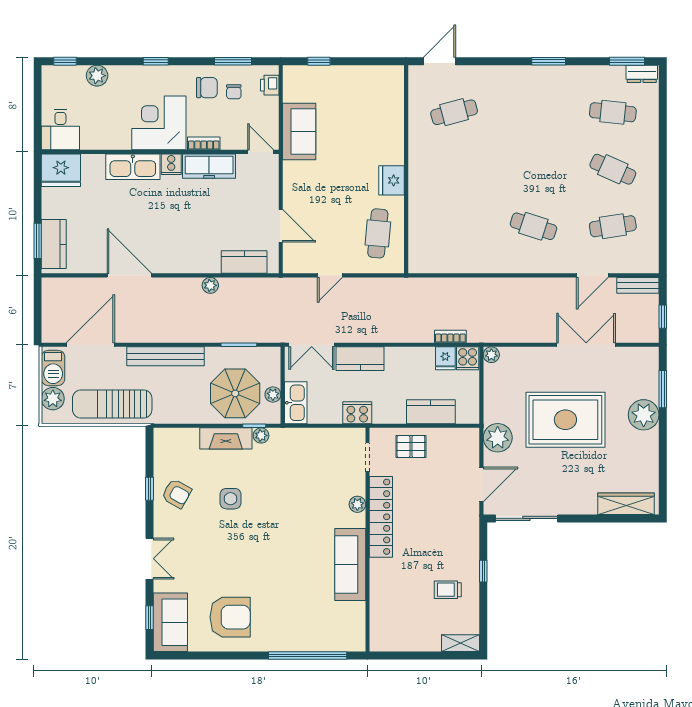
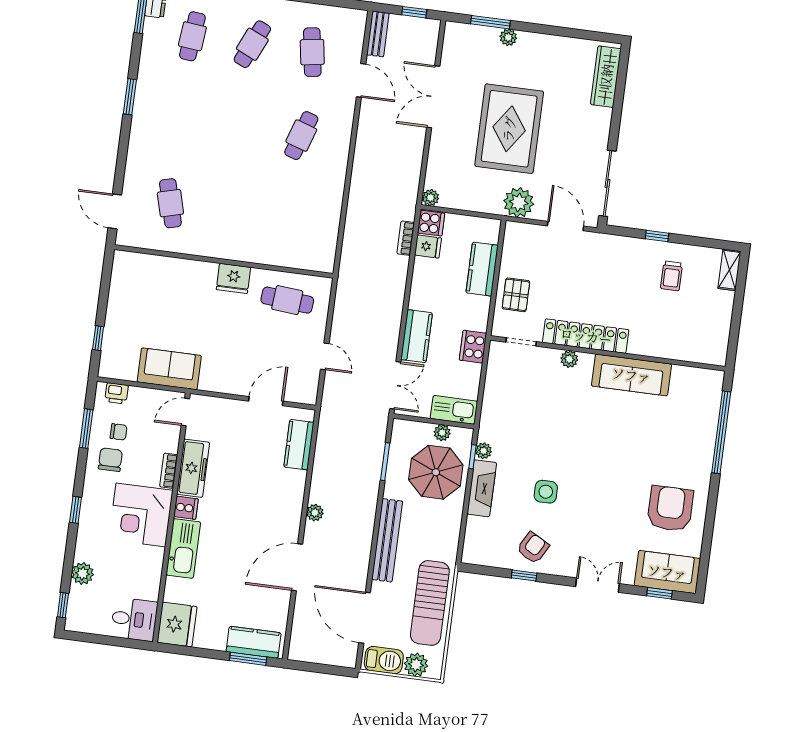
plant: (210, 285) -> (315, 513), moved
plant: (644, 415) -> (508, 37), width x0.53, depth x0.53

